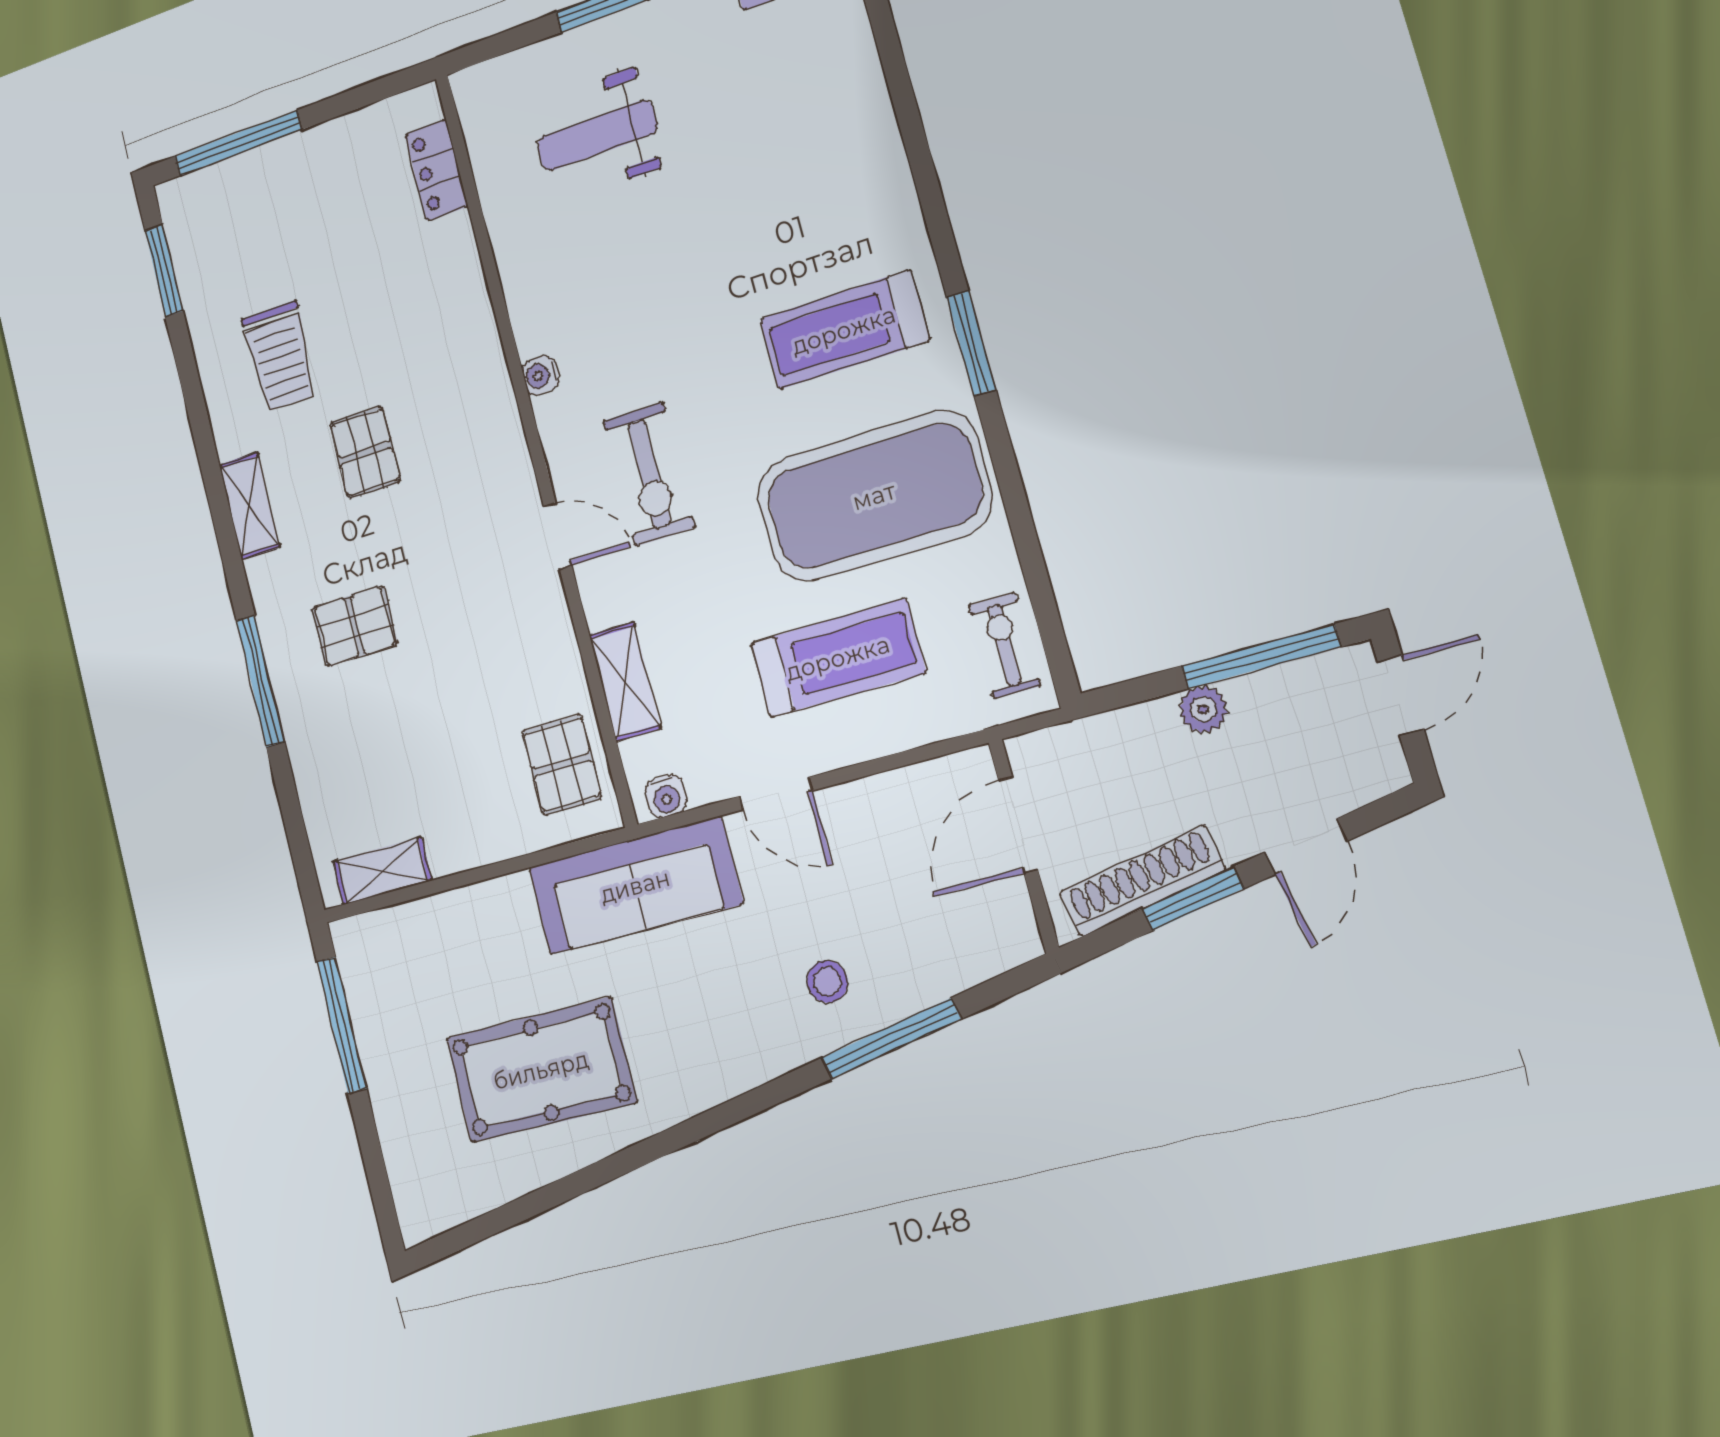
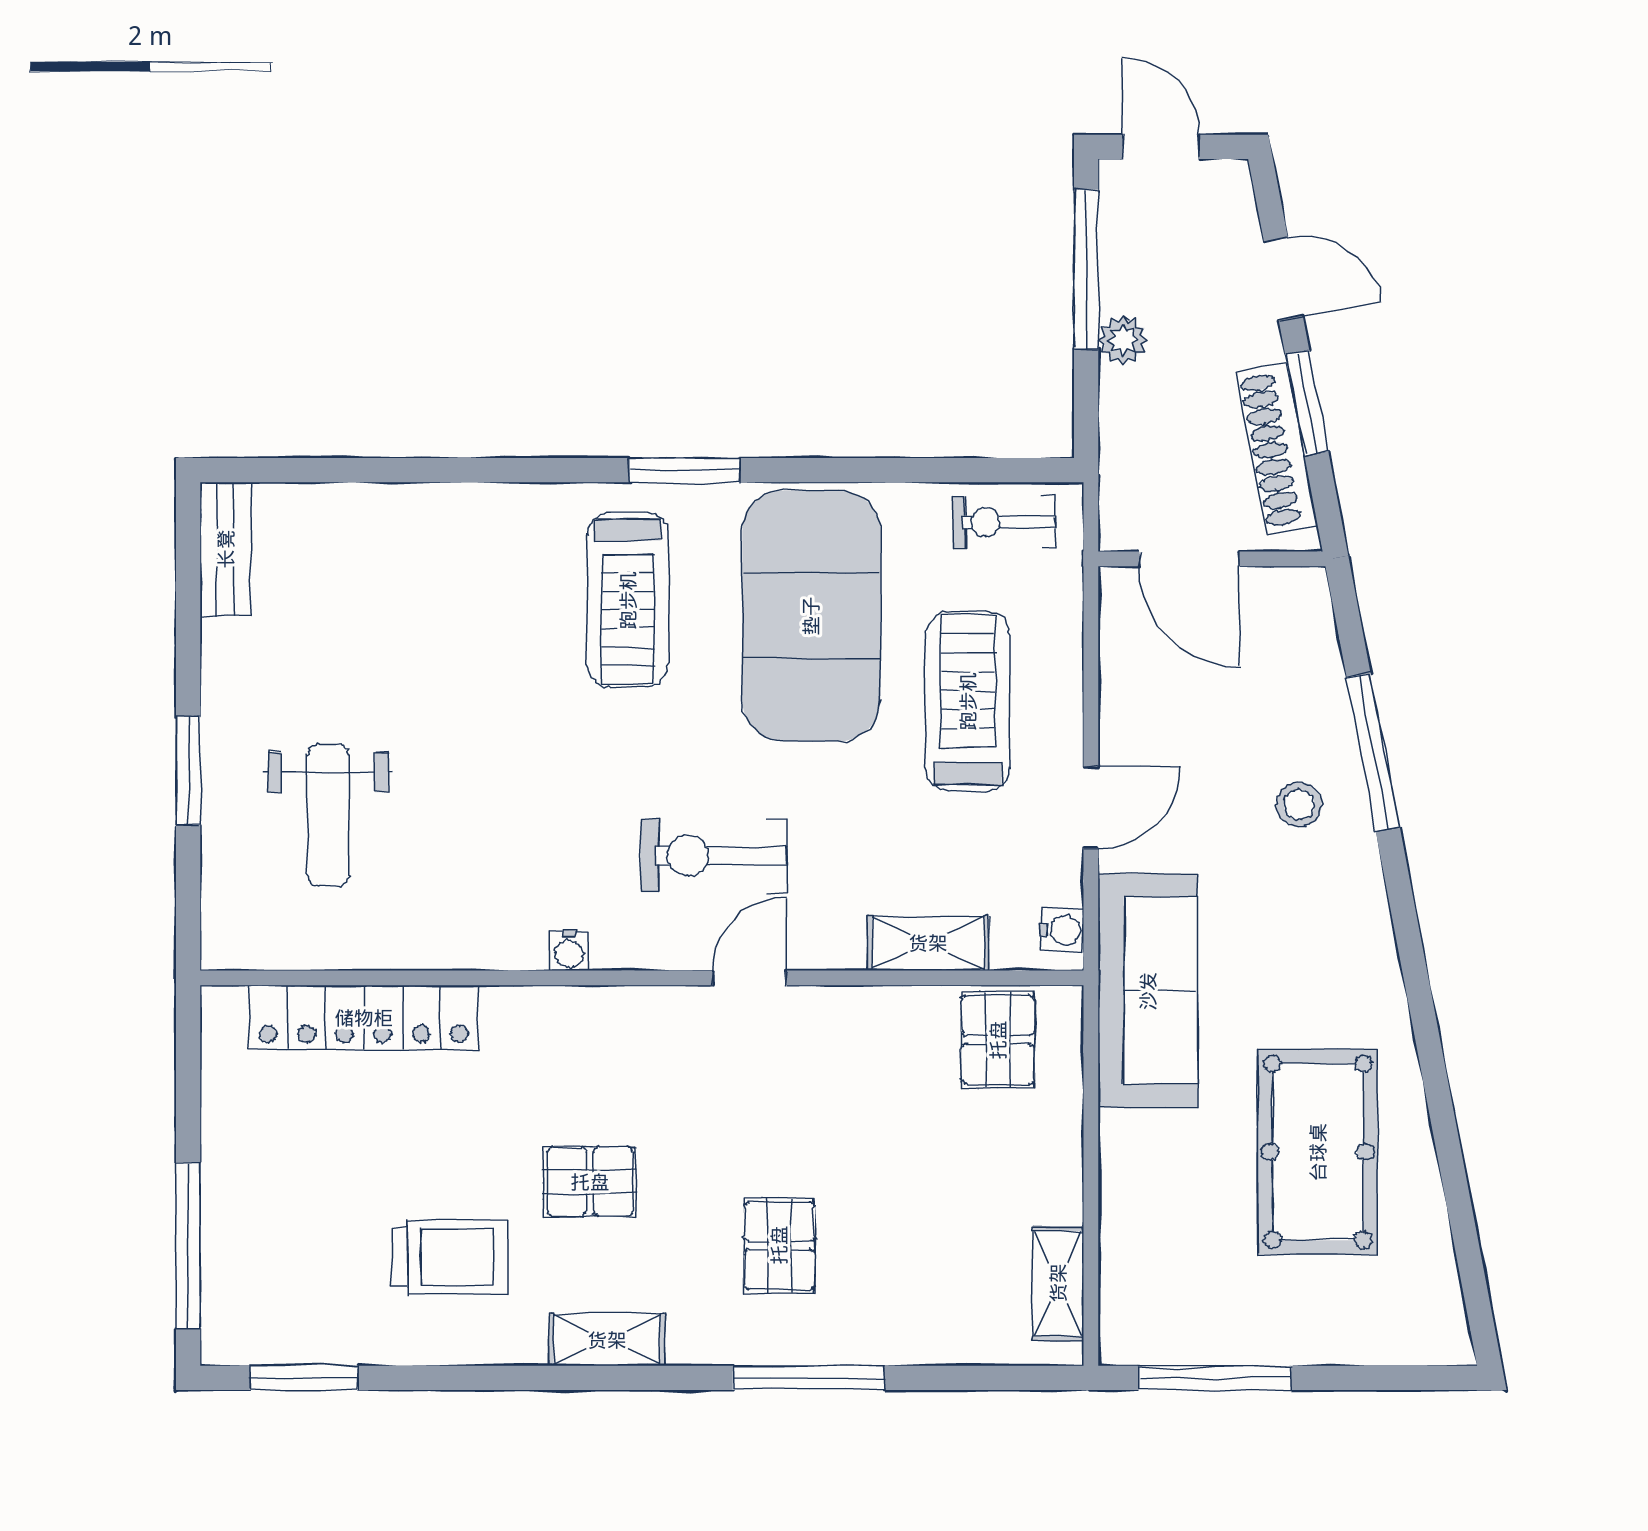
locker: (436, 170) -> (364, 1018), width x2.16, depth x1.21
exercise bike: (649, 474) -> (714, 856), turned 180
pallet: (562, 765) -> (998, 1040), turned 90

